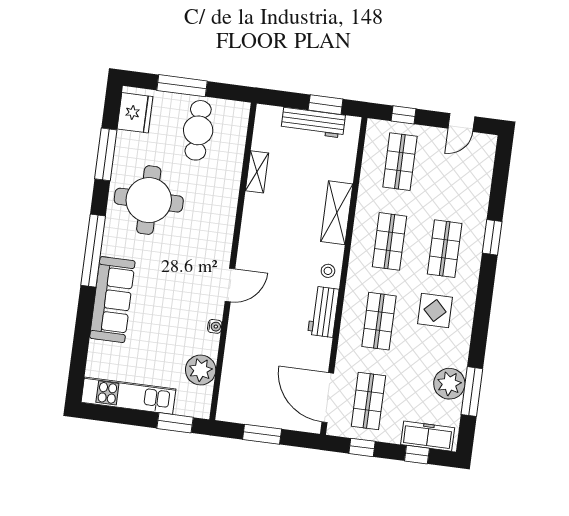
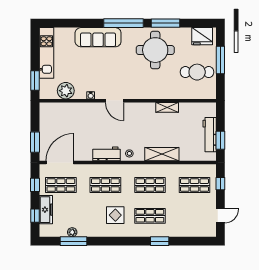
door: (461, 122) -> (220, 216), swing flipped
window: (106, 154) -> (165, 23), moved
shelving: (257, 172) -> (167, 107), moved
plant: (449, 384) -> (72, 232), width x0.53, depth x0.53
window: (262, 434) -> (35, 142), moved
freezer: (428, 436) -> (46, 210), moved

